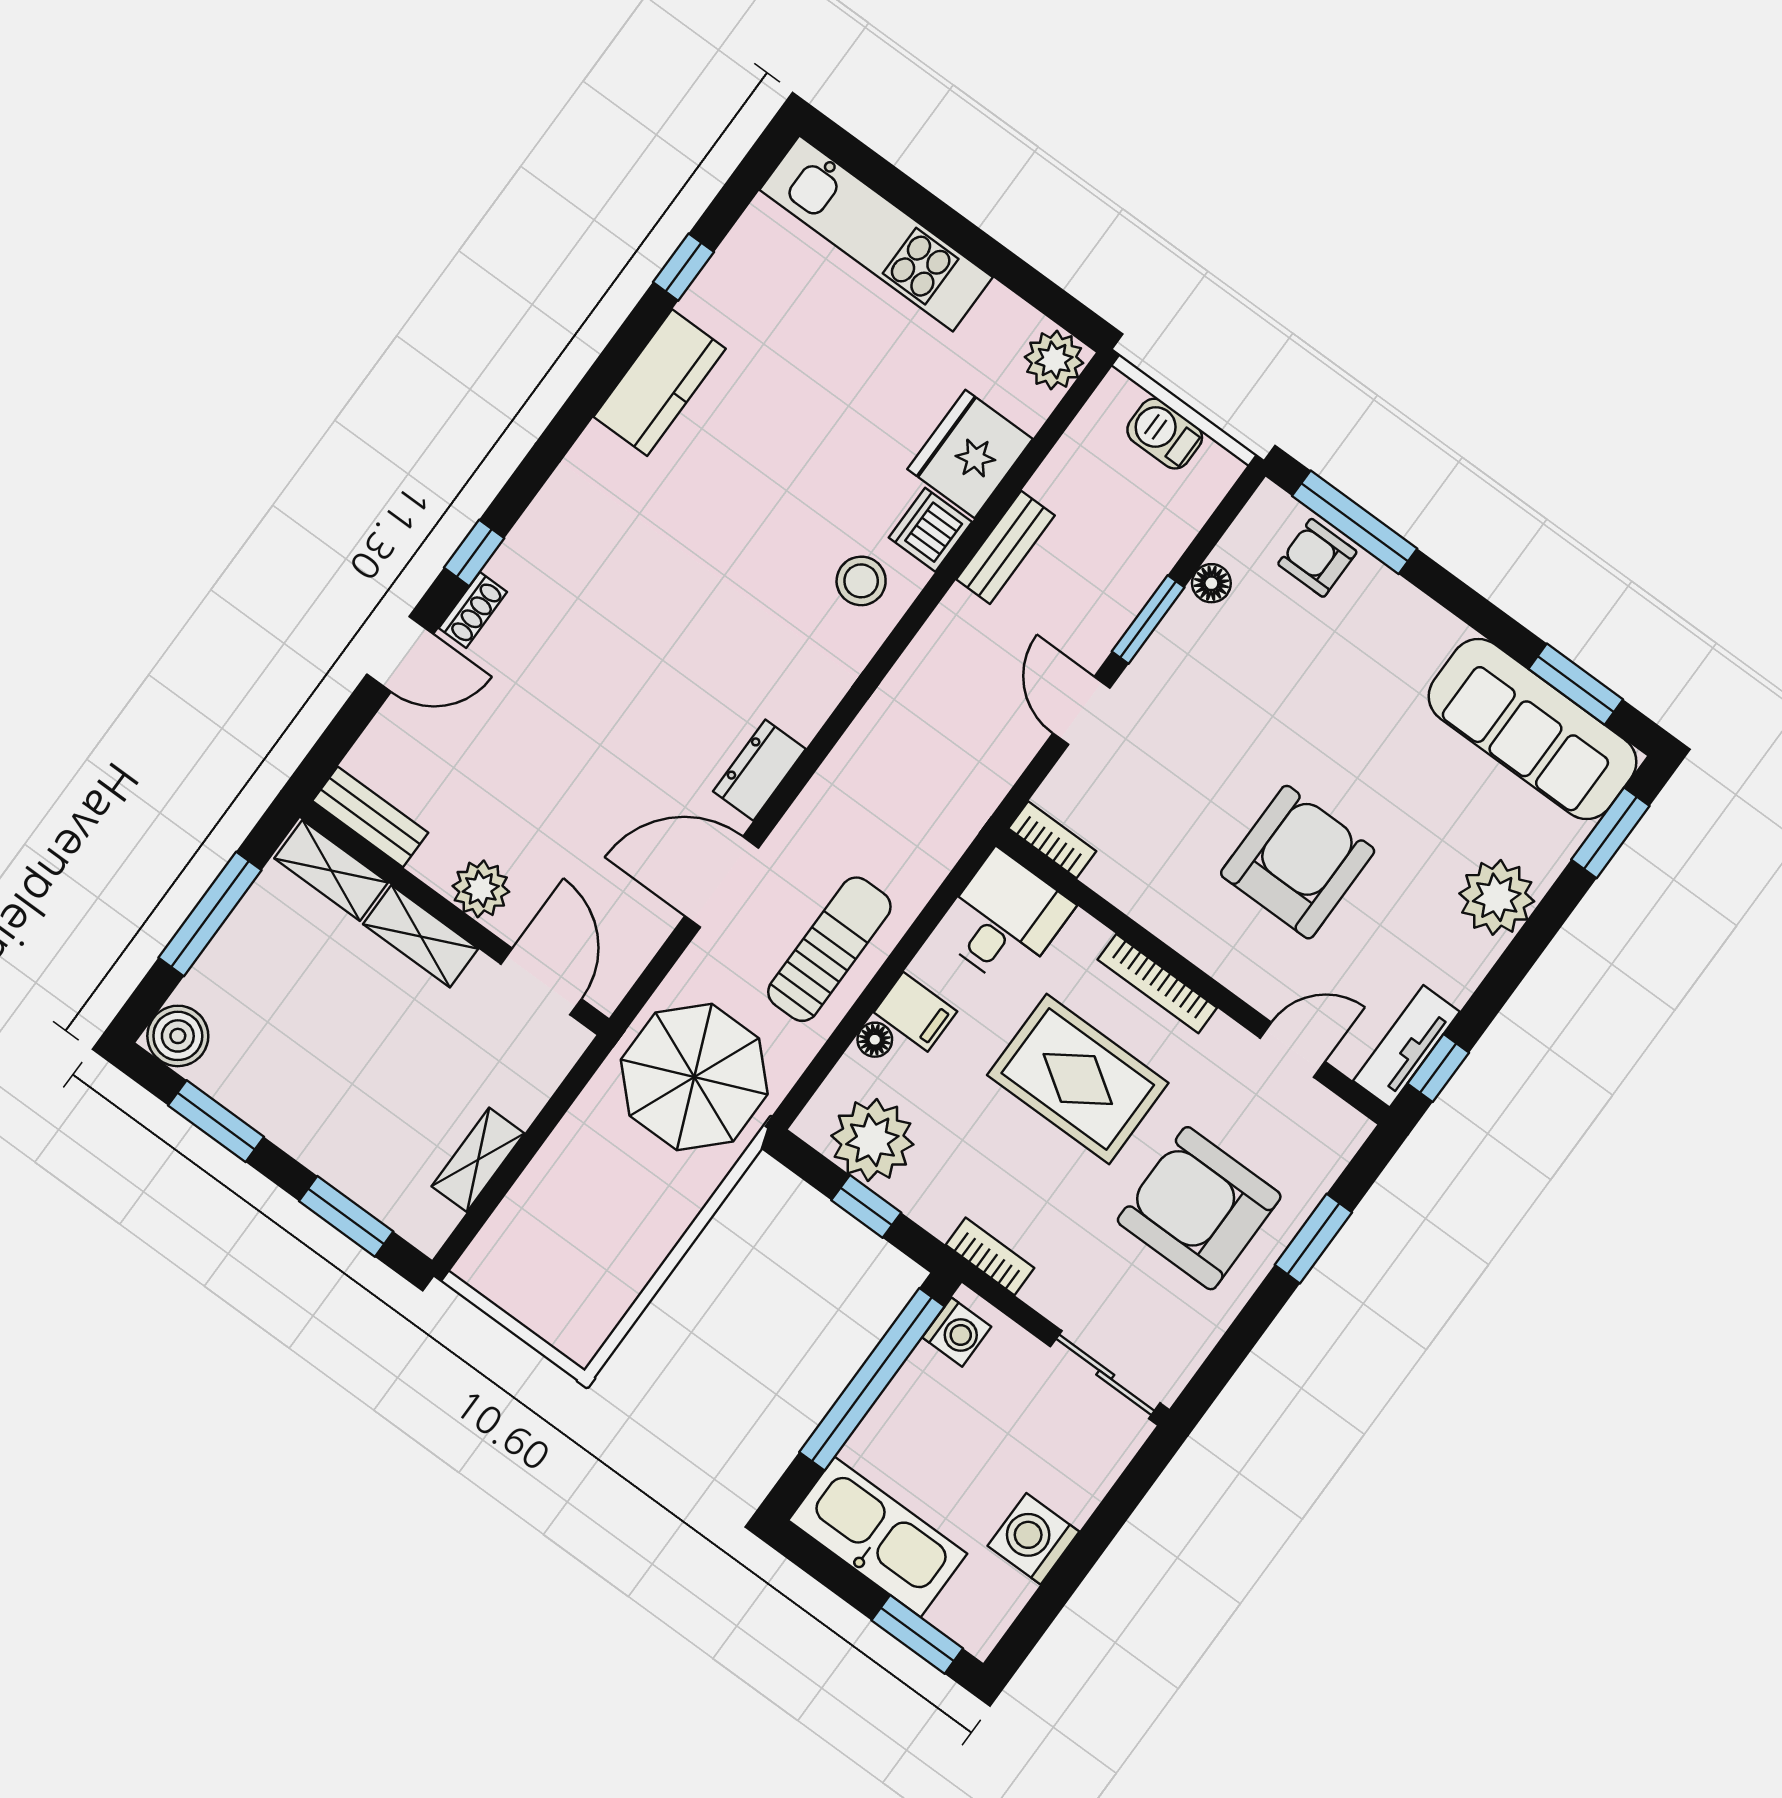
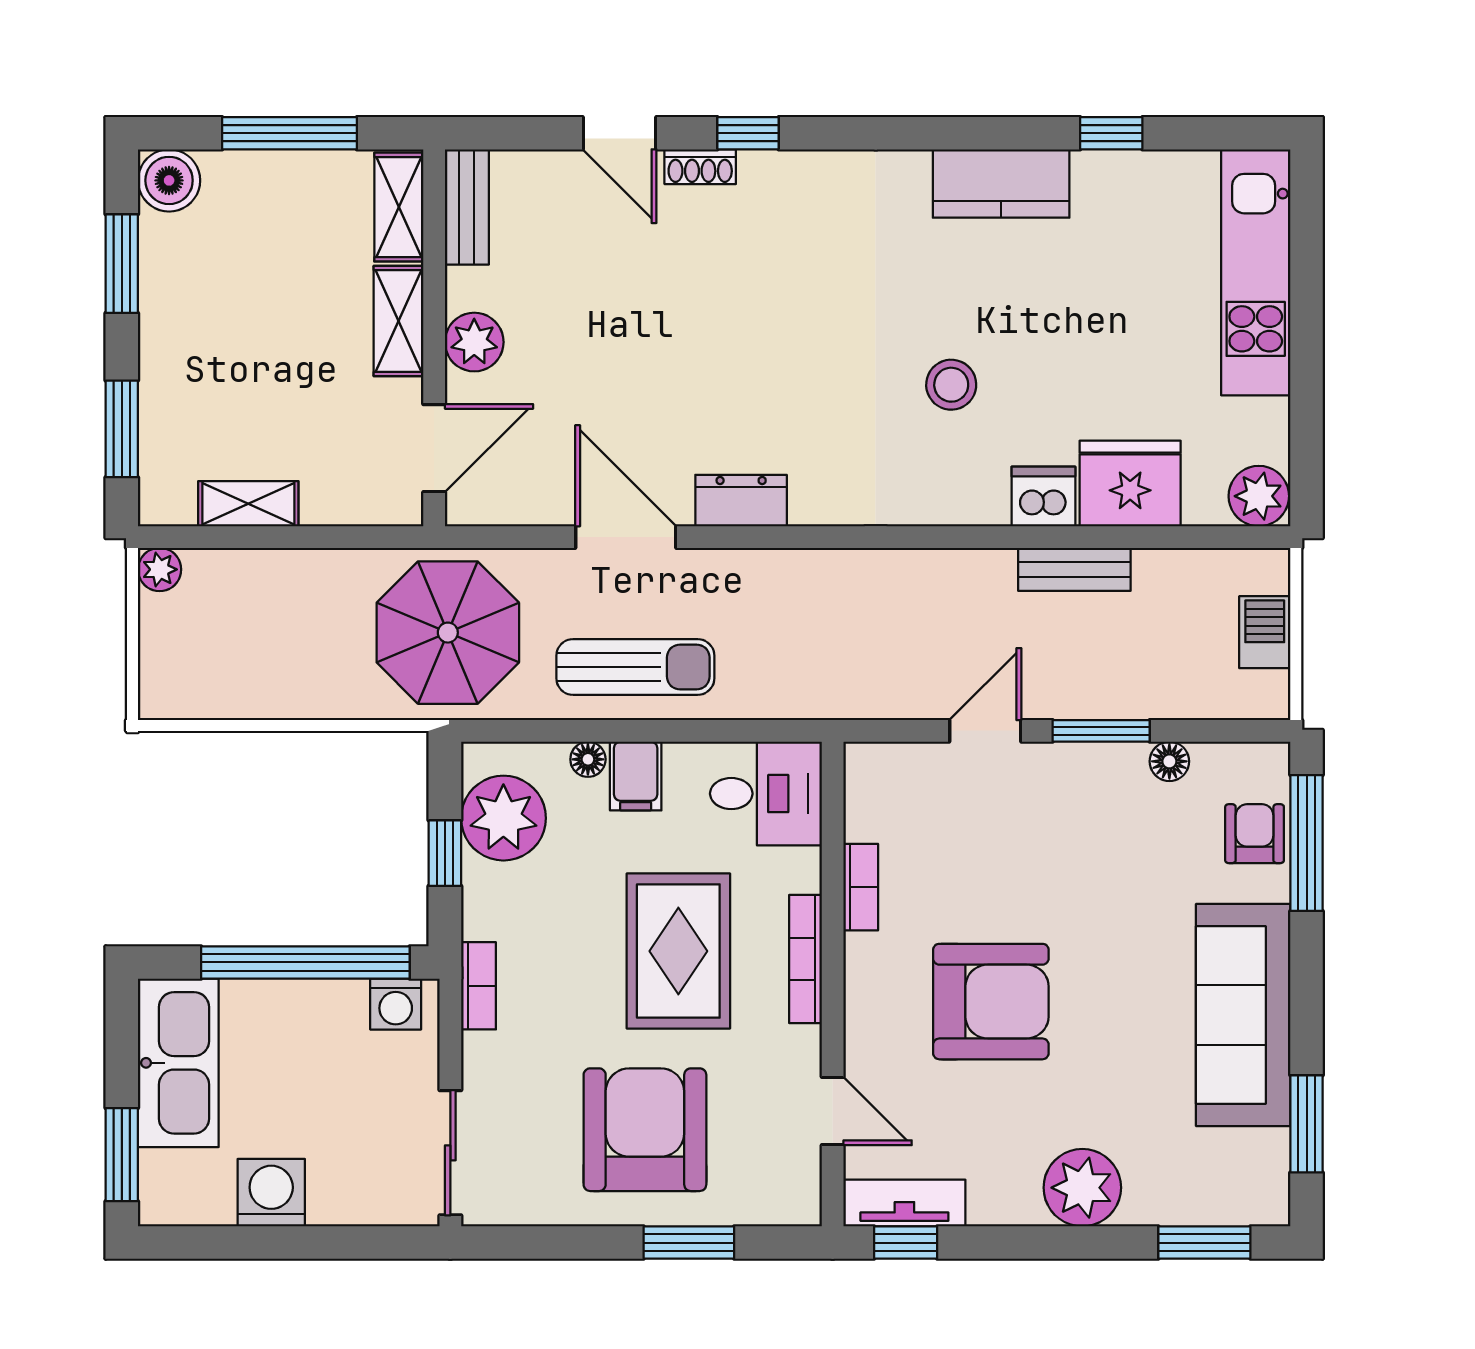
stool: (861, 581) -> (951, 385), moved
sofa: (1533, 729) -> (1243, 1015), moved
bookcase: (1052, 840) -> (861, 887), moved
plant: (479, 1268) -> (160, 569), added

